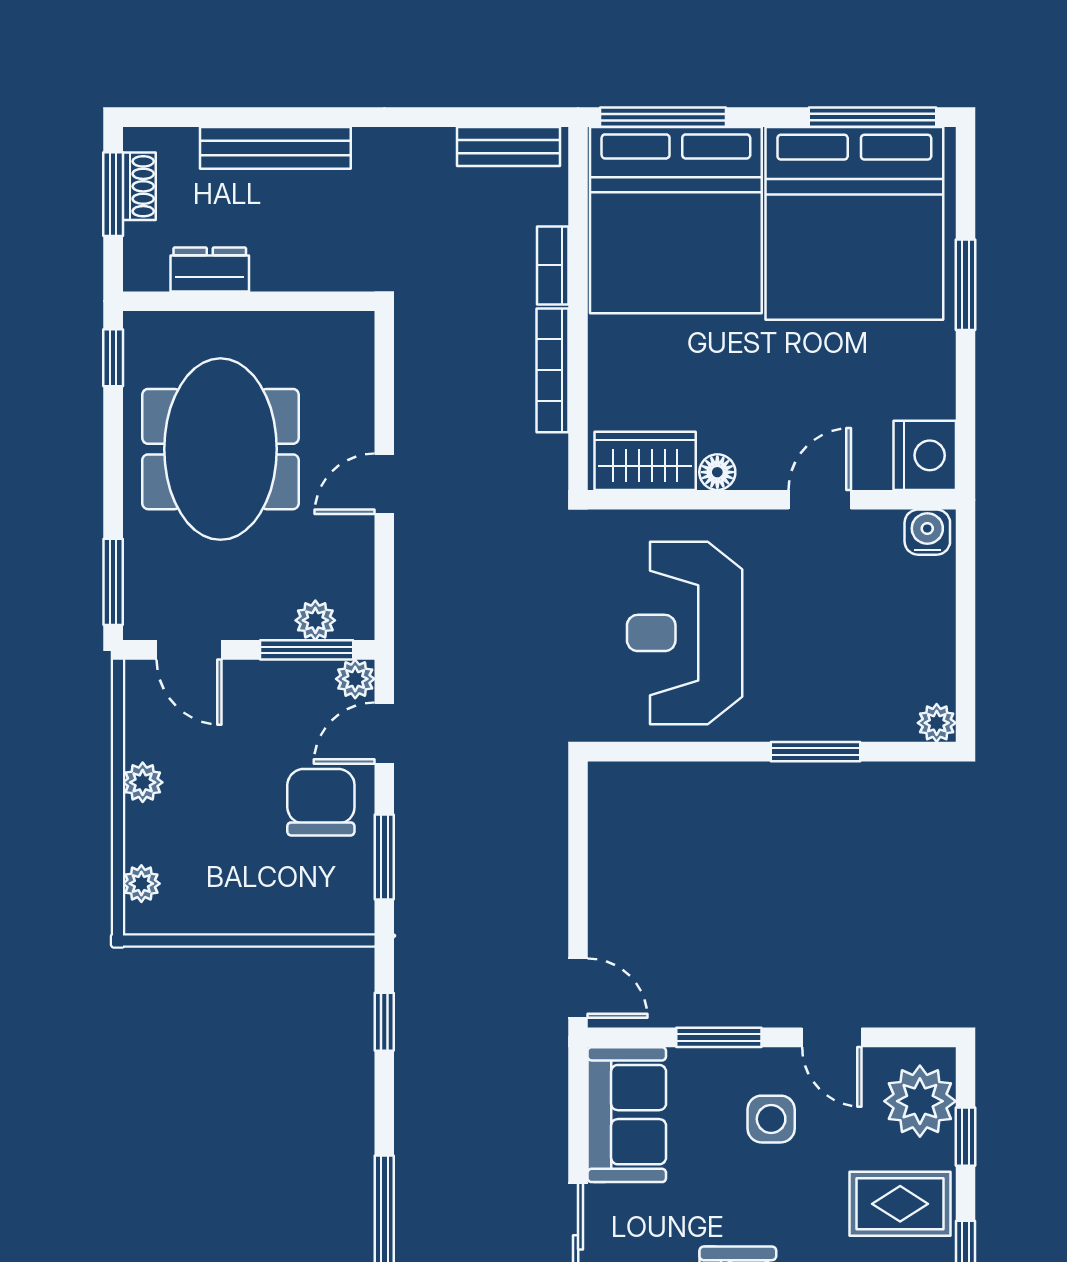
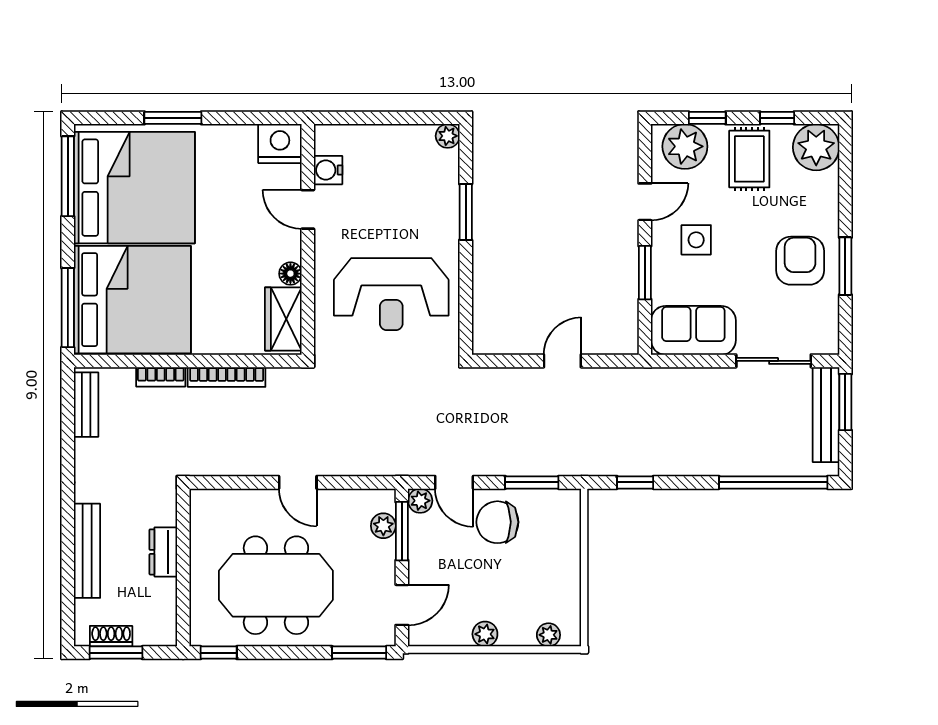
dresser: (210, 269) -> (163, 552), moved
water cooler: (927, 532) -> (328, 170), moved
door: (578, 988) -> (562, 361), moved

